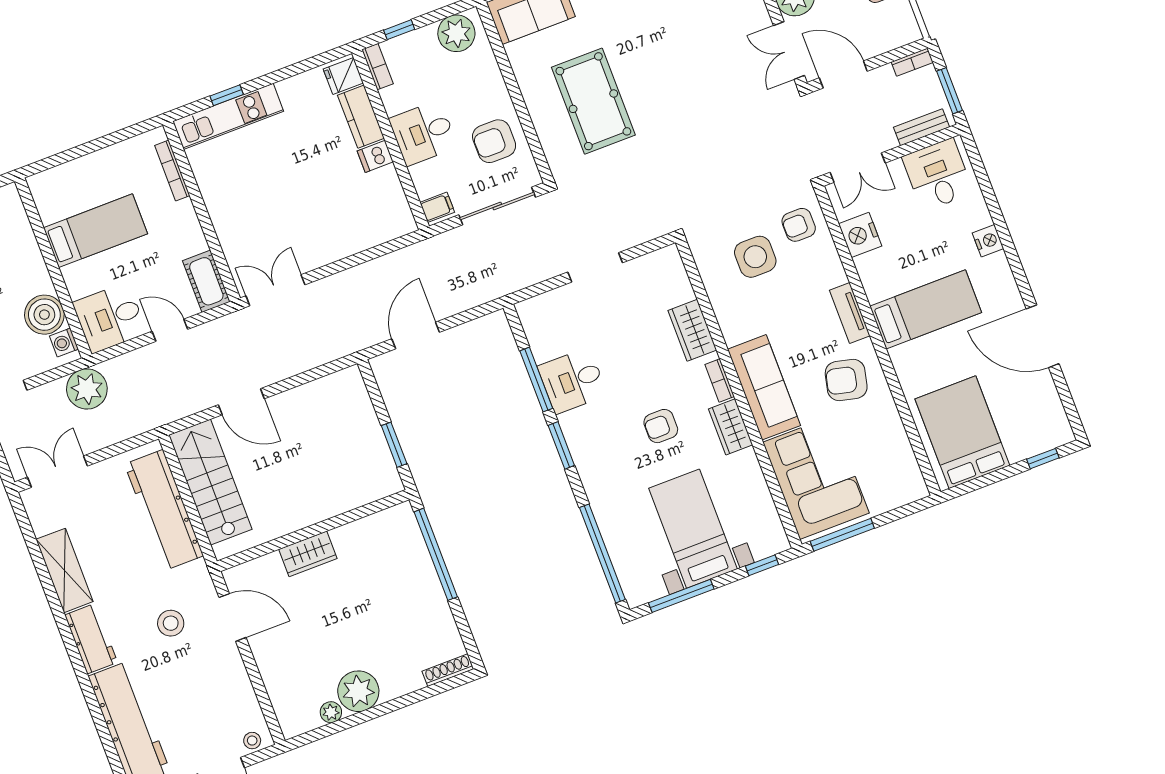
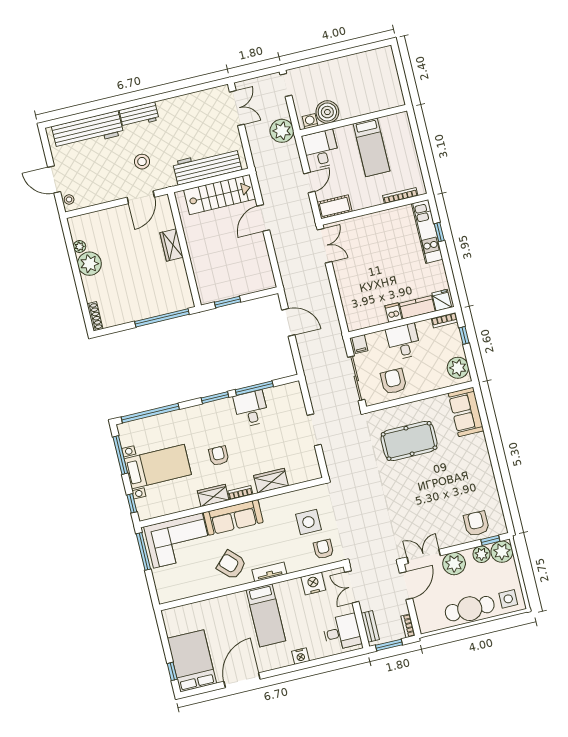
armchair: (846, 380) -> (231, 565), turned -58
bed: (962, 432) -> (192, 661), moved, turned -90
shelving: (65, 570) -> (180, 105), removed

